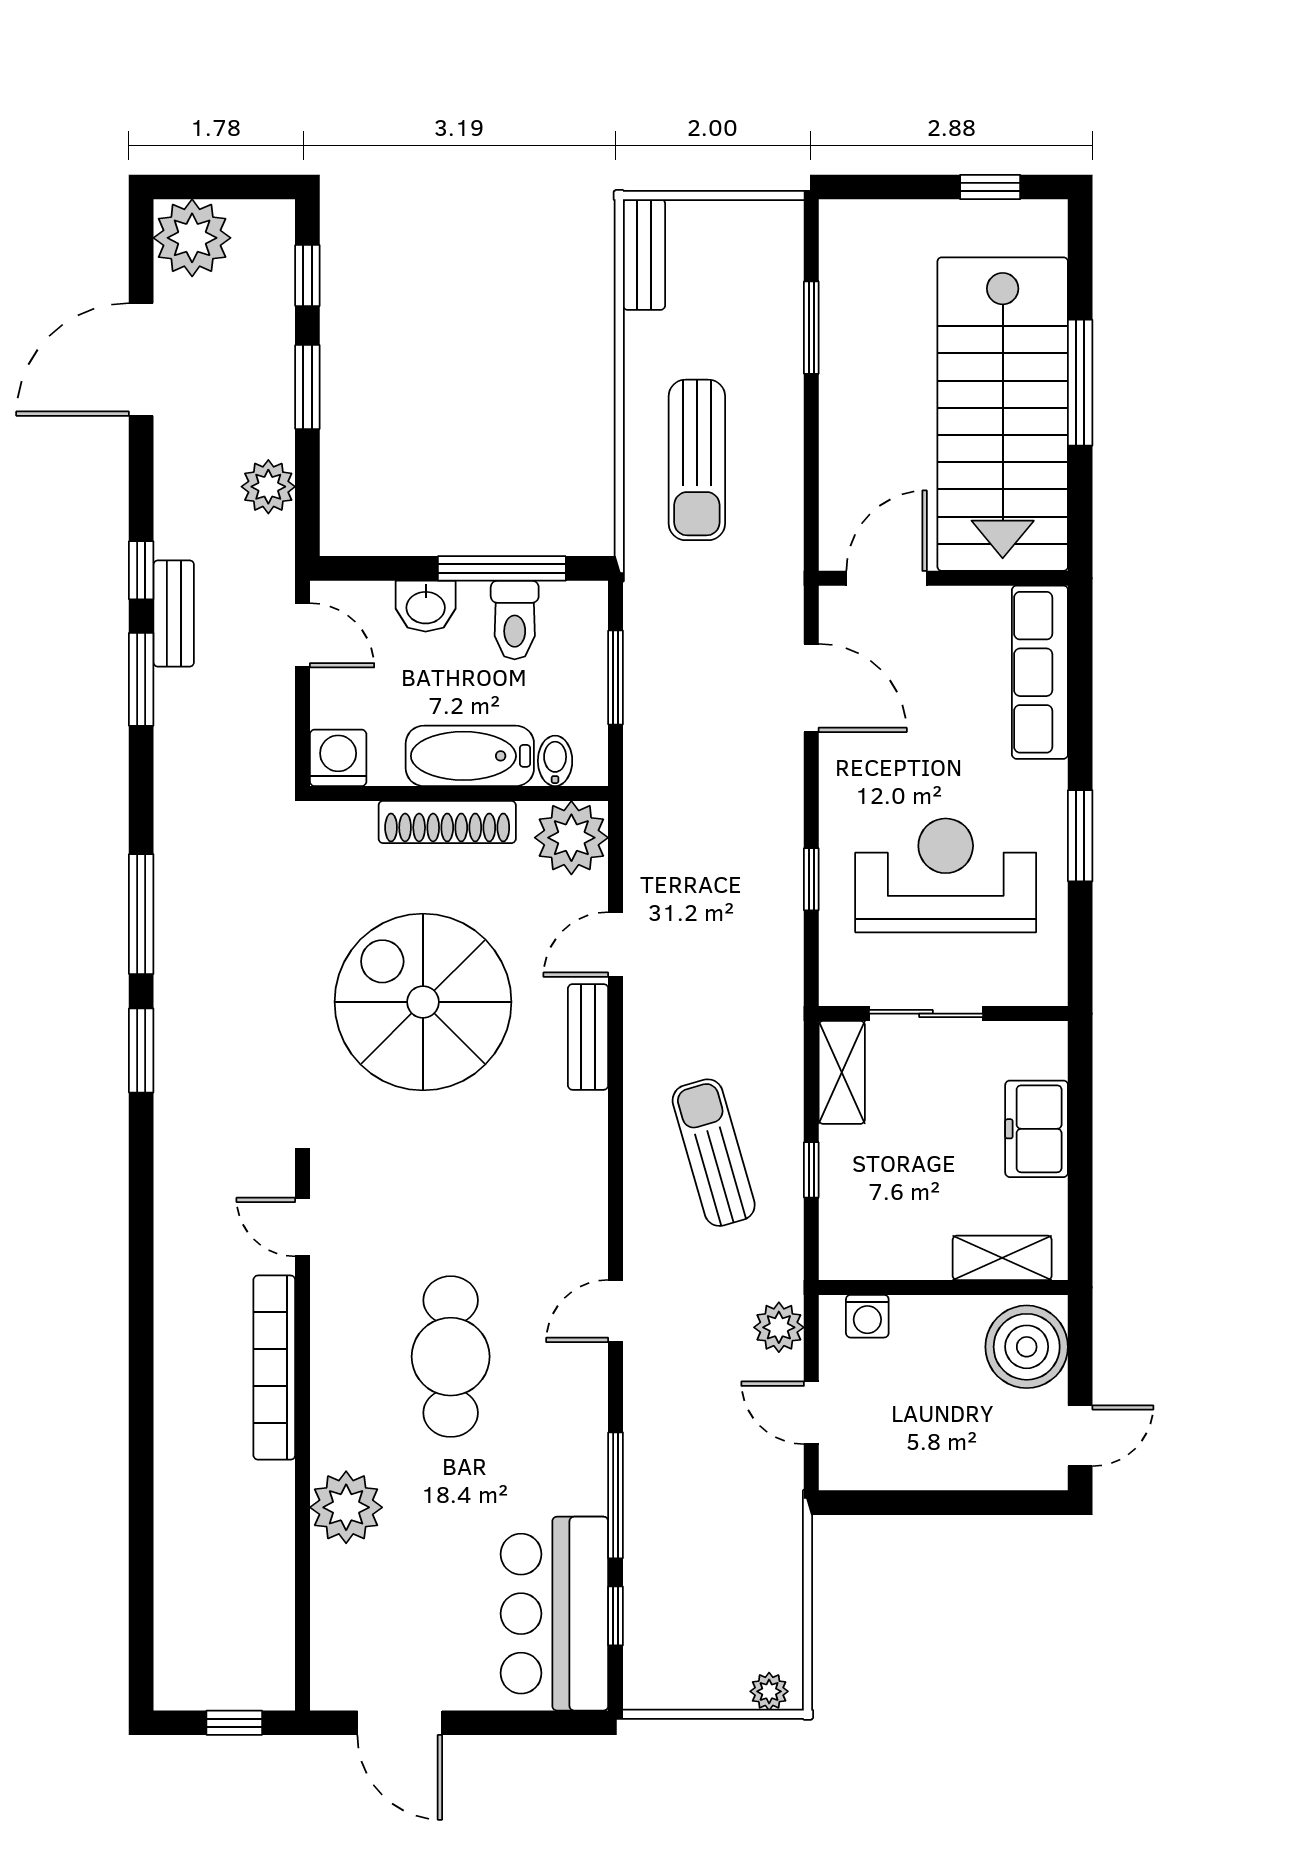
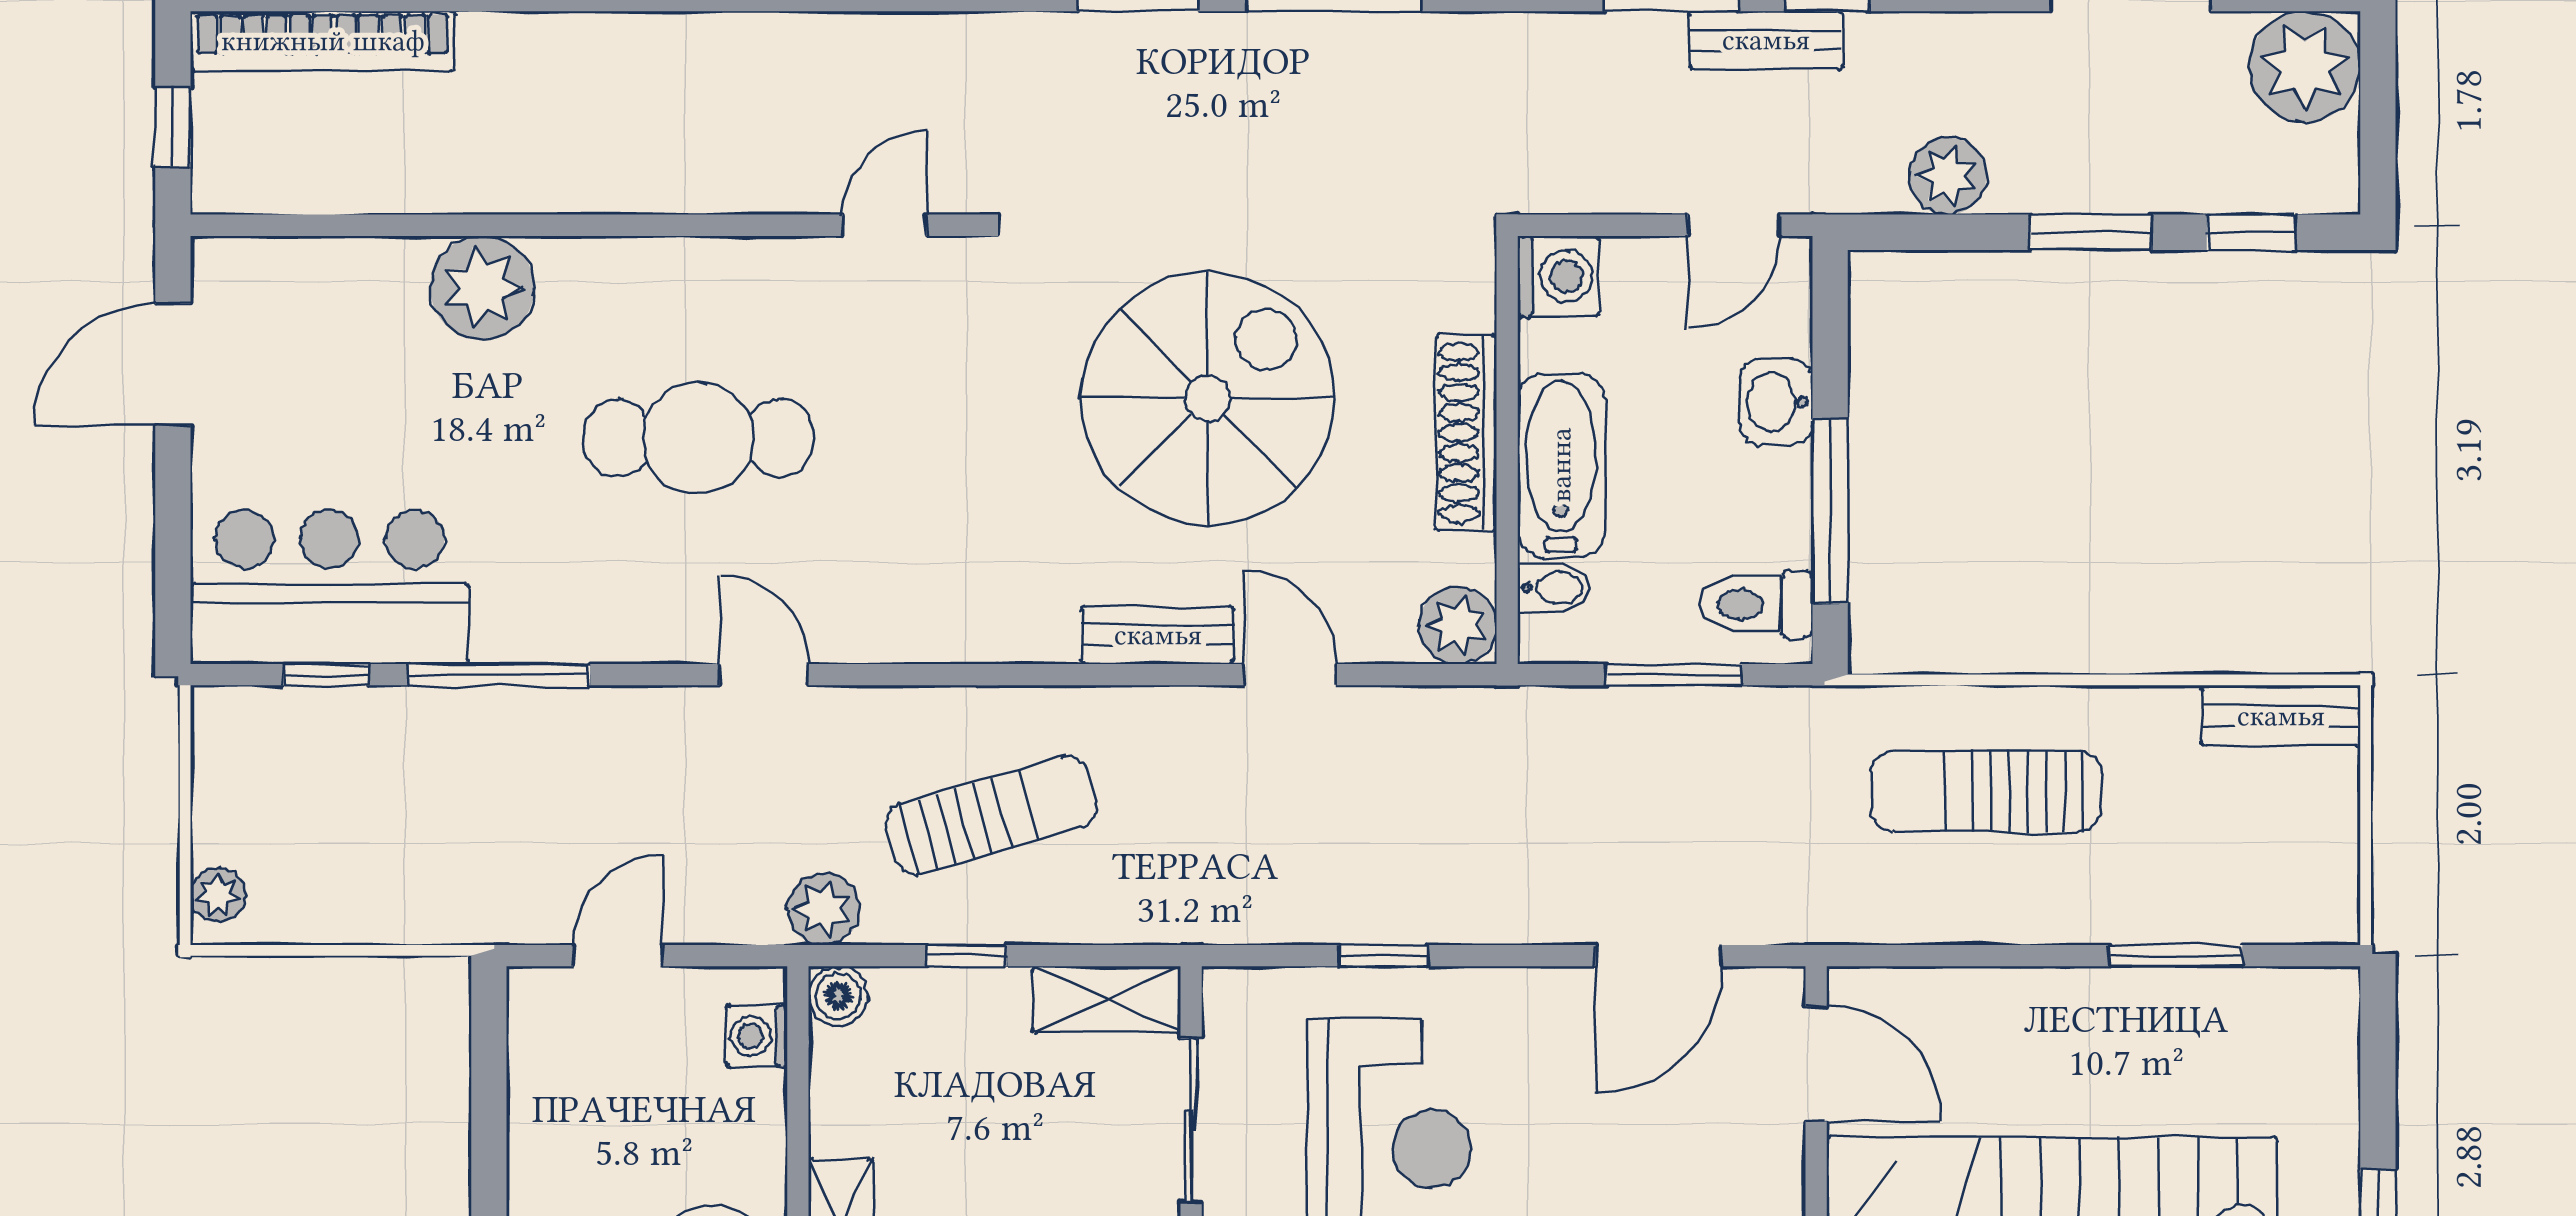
toilet: (515, 620) -> (1756, 604), moved
plant: (571, 838) -> (1458, 625), width x0.73, depth x0.73
boiler: (839, 1259) -> (838, 996), added
plant: (779, 1327) -> (824, 909), moved
bookcase: (274, 1368) -> (323, 41), moved, turned 180

